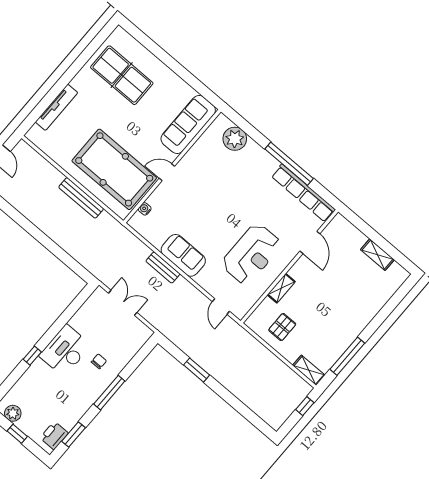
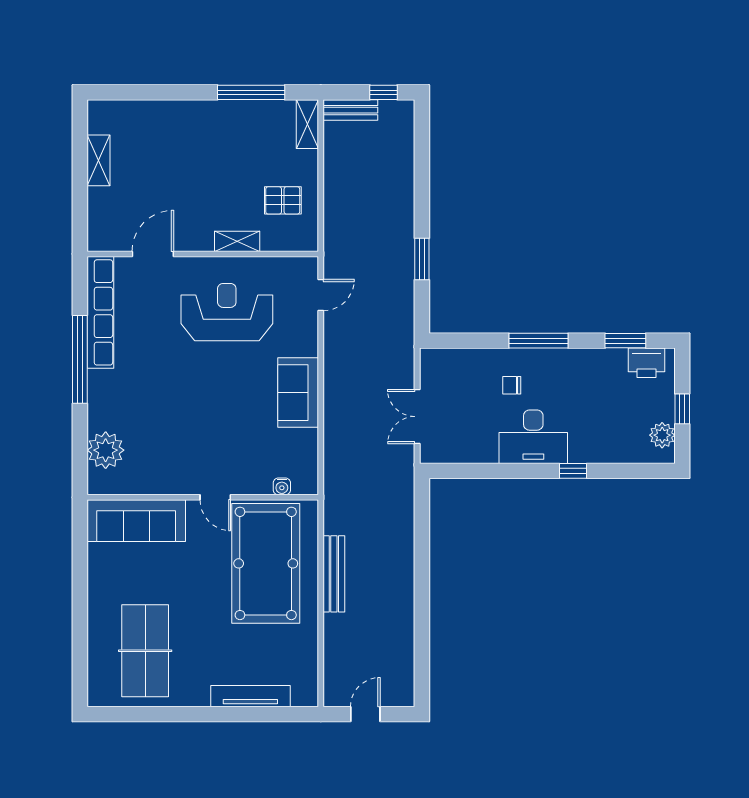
bench: (163, 267) -> (350, 110), moved, turned 90
window: (305, 406) -> (383, 92), moved

